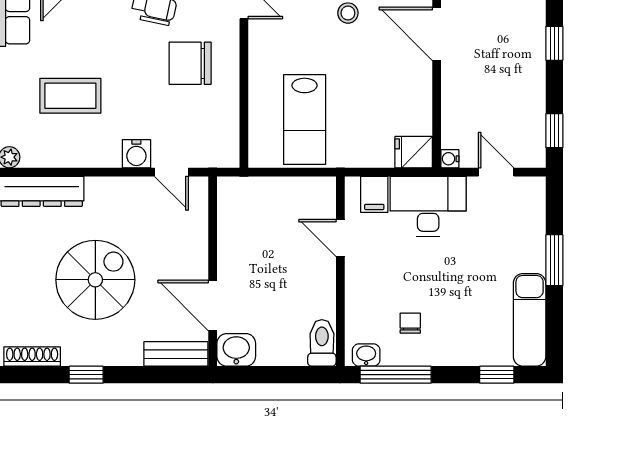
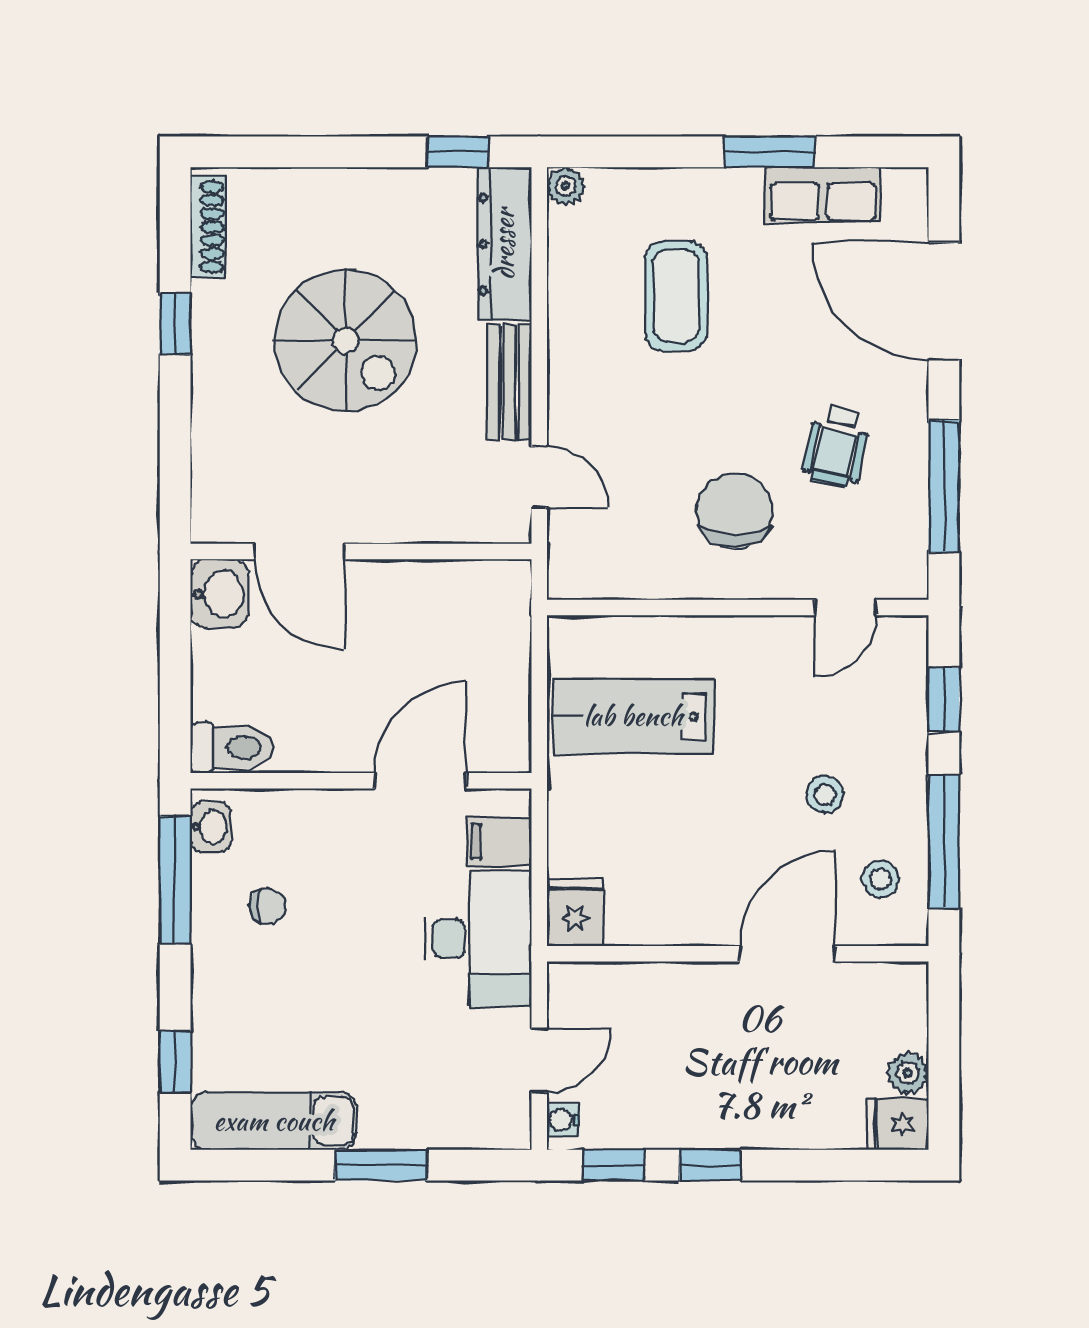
window: (554, 43) -> (710, 1165), moved
water cooler: (136, 154) -> (572, 414), removed
water cooler: (450, 159) -> (563, 1120), moved, turned -90
door: (171, 172) -> (539, 477), swing flipped
door: (340, 238) -> (421, 781), width x1.38
door: (213, 305) -> (299, 552), swing flipped
bench: (176, 354) -> (510, 382), moved

